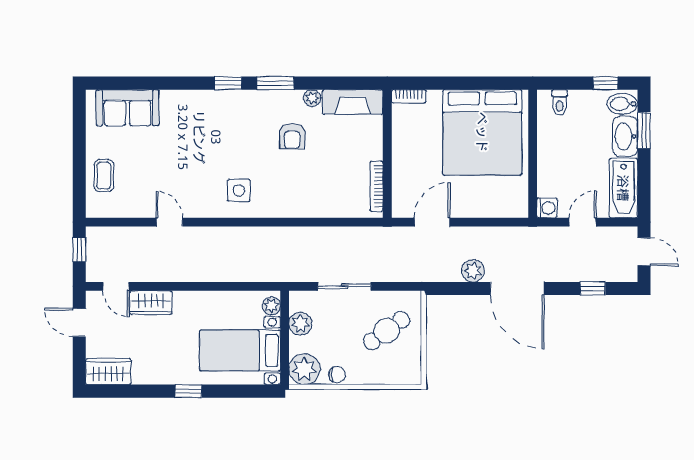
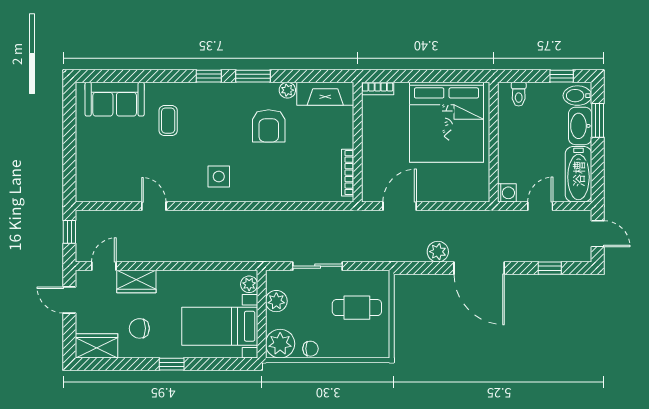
armchair: (292, 136) -> (269, 126), width x1.38, depth x1.38
coffee table: (104, 176) -> (168, 121), moved
door: (116, 286) -> (104, 266), swing flipped
cafe table: (387, 330) -> (357, 308), turned 36
chair: (154, 353) -> (139, 328), added

